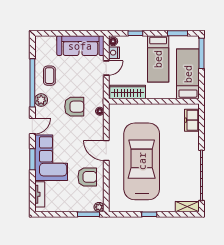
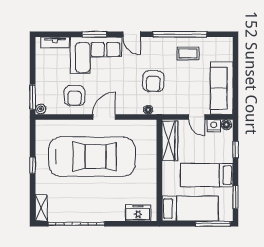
plant: (41, 100) -> (161, 44), removed

